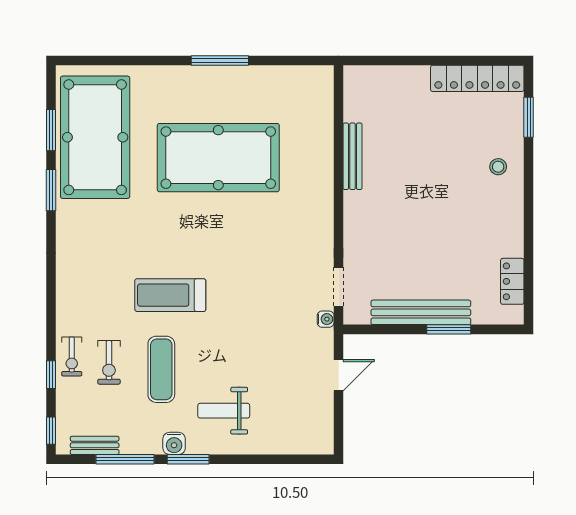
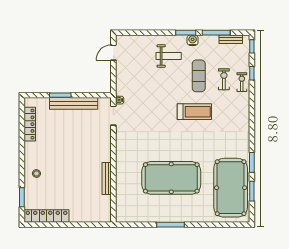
locker: (512, 281) -> (30, 124), width x1.53
door: (339, 375) -> (113, 53), moved

